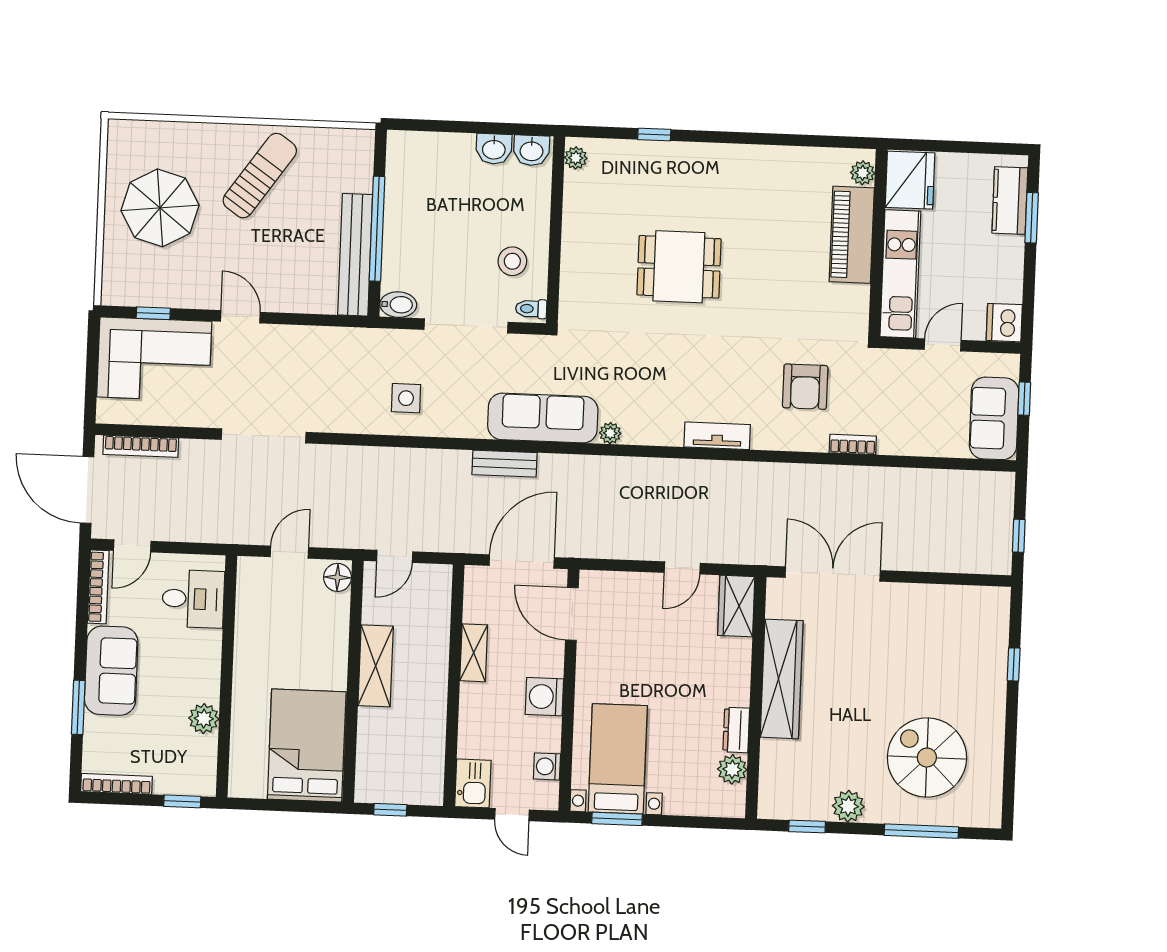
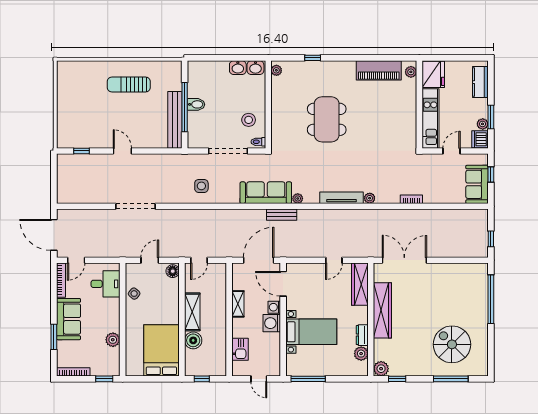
sun lounger: (260, 176) -> (129, 84), turned -125
parasol: (160, 208) -> (83, 102), removed
window: (1032, 218) -> (491, 117), moved
piano: (852, 235) -> (379, 70), moved, turned -90
dining table: (679, 267) -> (327, 119), width x1.38
plant: (1011, 290) -> (483, 124), added
bidet: (398, 305) -> (196, 104), moved
corner sofa: (154, 359) -> (83, 172), removed
armchair: (805, 387) -> (388, 173), removed
tv unit: (717, 436) -> (341, 198), width x1.41
plant: (764, 439) -> (370, 198), added
bookcase: (141, 446) -> (78, 213), removed
bench: (504, 464) -> (282, 215), moved
wardrobe: (736, 606) -> (360, 284), width x1.50
side table: (253, 622) -> (134, 294), added
window: (1014, 664) -> (491, 299), width x3.17
boiler: (375, 727) -> (193, 340), added
bed with nightstands: (618, 759) -> (311, 332), moved, turned 90
washing machine: (547, 766) -> (274, 307), moved
kitchen sink: (473, 783) -> (240, 349), moved
plant: (848, 806) -> (381, 369), moved
window: (617, 819) -> (308, 379), width x1.44

